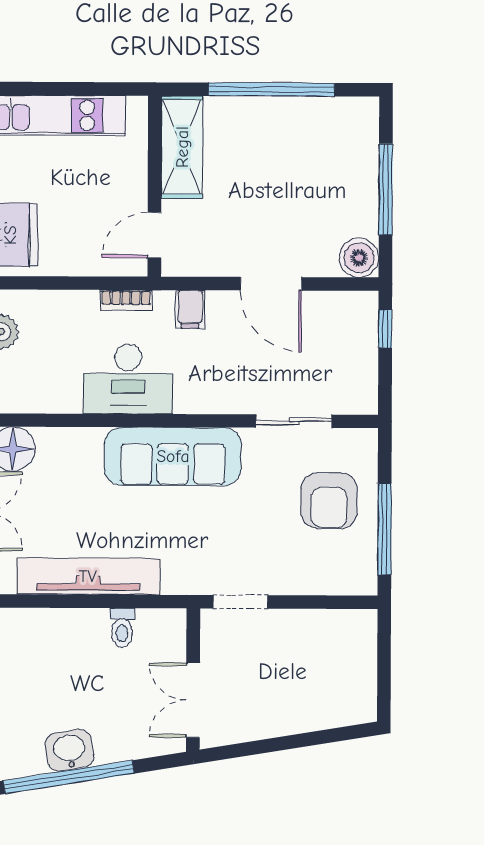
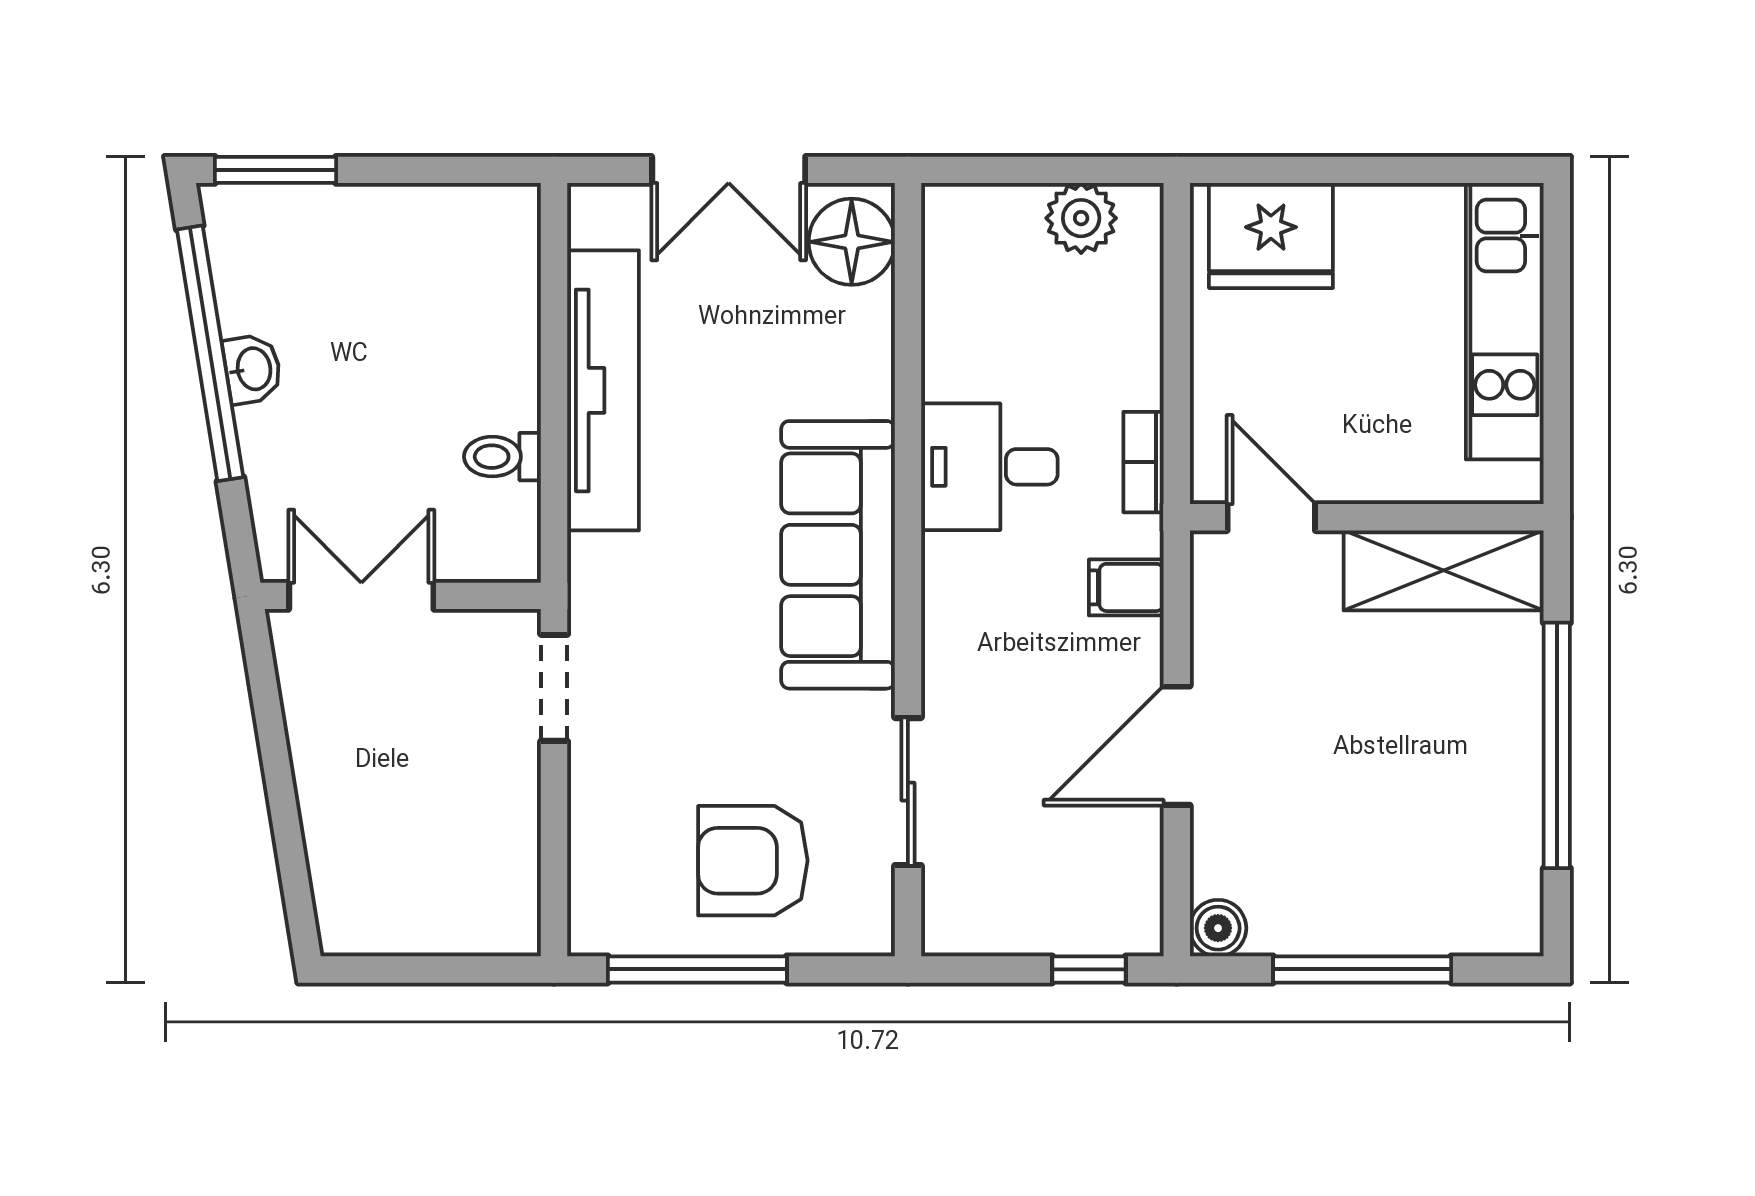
boiler: (359, 258) -> (1218, 928), width x0.73, depth x0.73
desk: (128, 379) -> (989, 467), width x0.73
washbasin: (70, 750) -> (253, 369), width x0.72, depth x0.69

